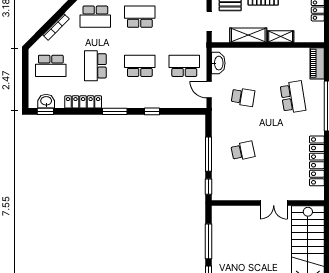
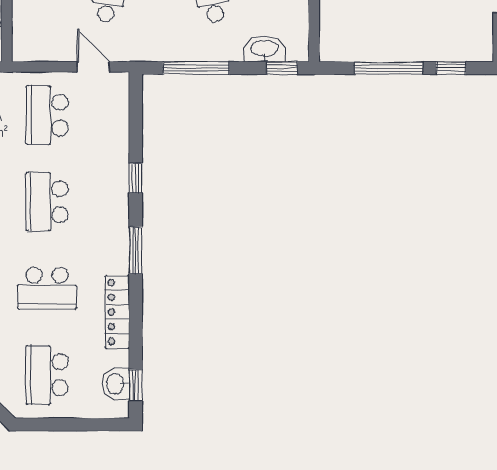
washbasin: (218, 63) -> (265, 49), moved
school desk: (51, 66) -> (47, 375), turned 180
door: (209, 90) -> (93, 67), swing flipped
window: (209, 154) -> (196, 68), moved

